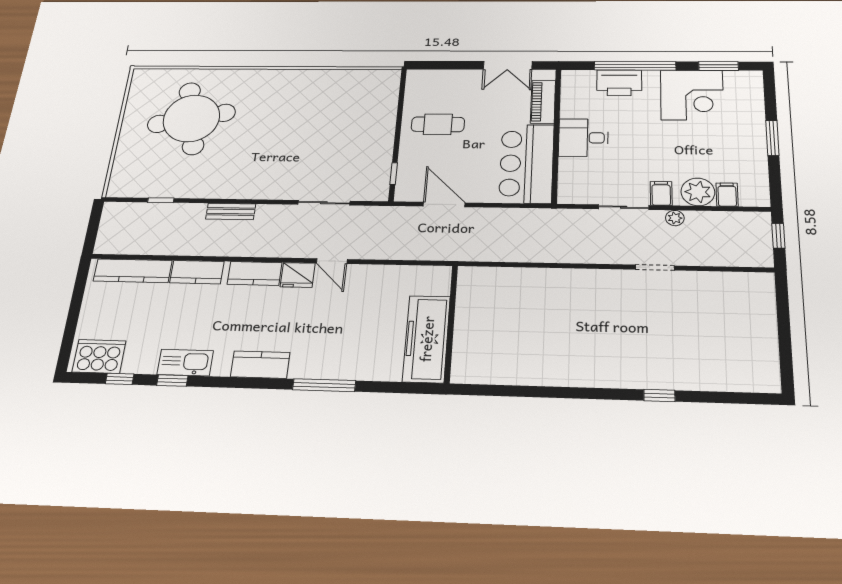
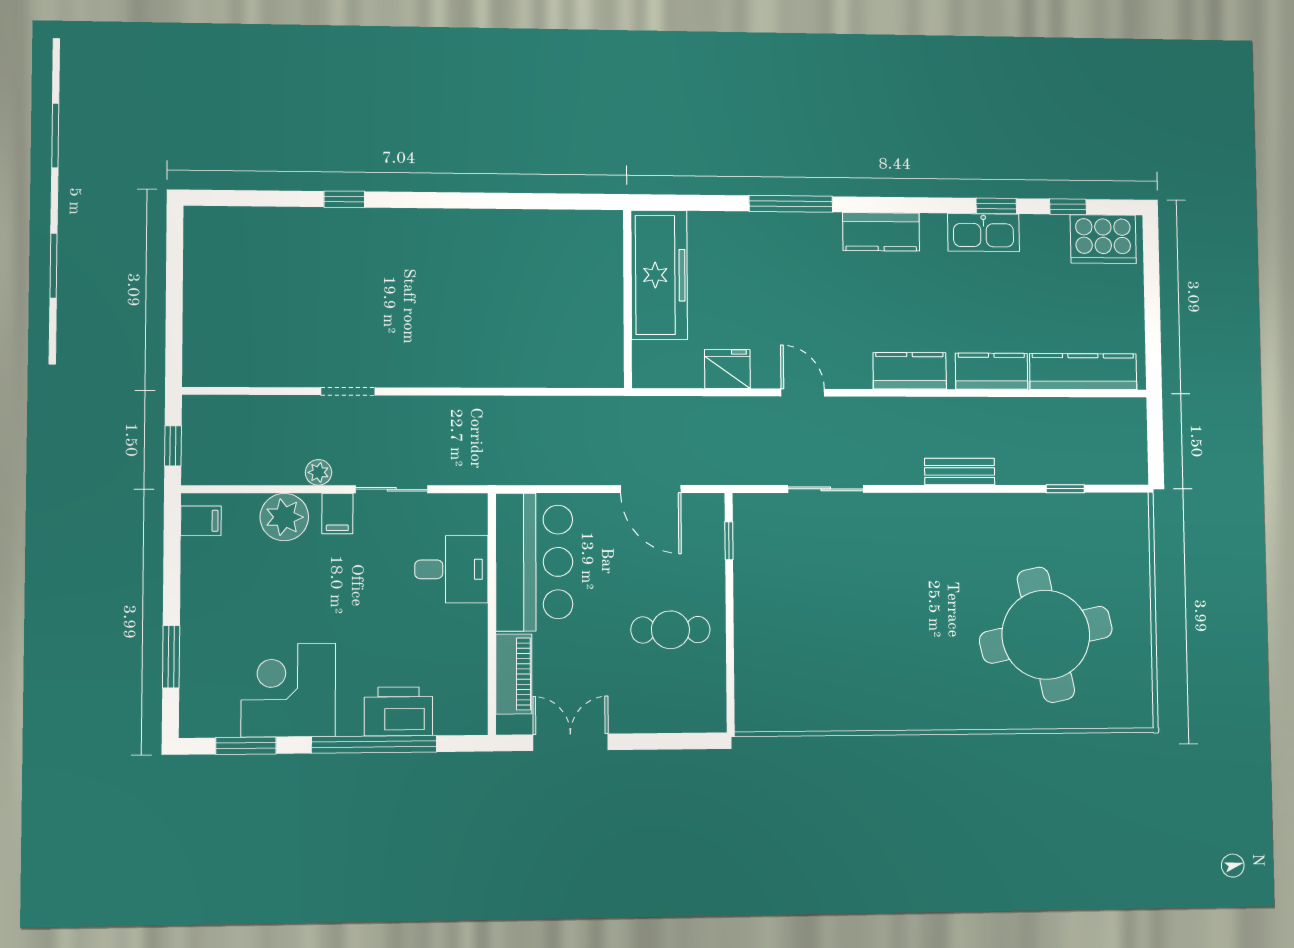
desk: (583, 138) -> (451, 569), moved
window: (772, 138) -> (171, 657), moved
filing cabinet: (727, 195) -> (201, 521), moved, turned -90
fridge: (298, 275) -> (727, 369), moved

